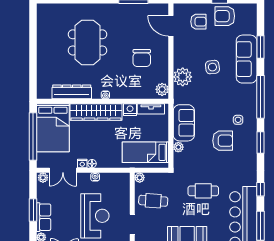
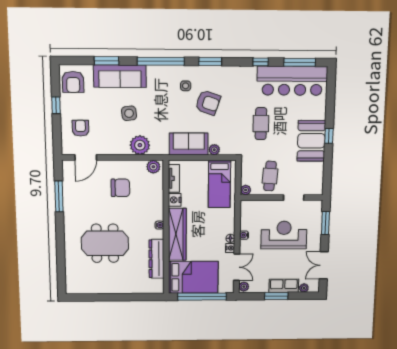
armchair: (225, 16) -> (73, 82), moved
armchair: (223, 141) -> (208, 103), turned 109

